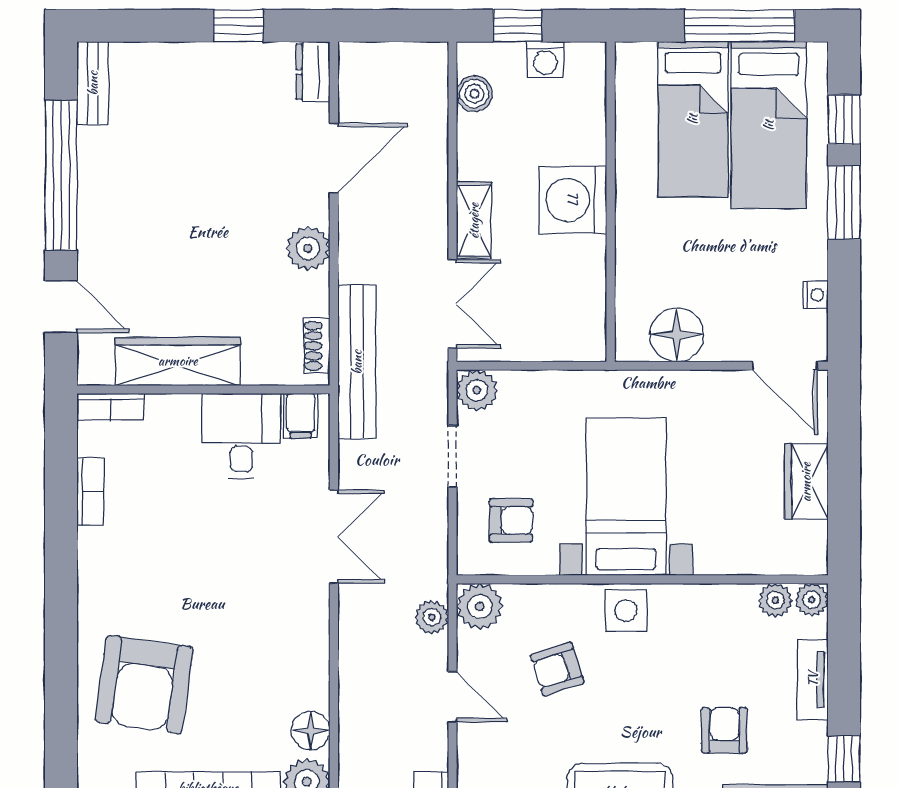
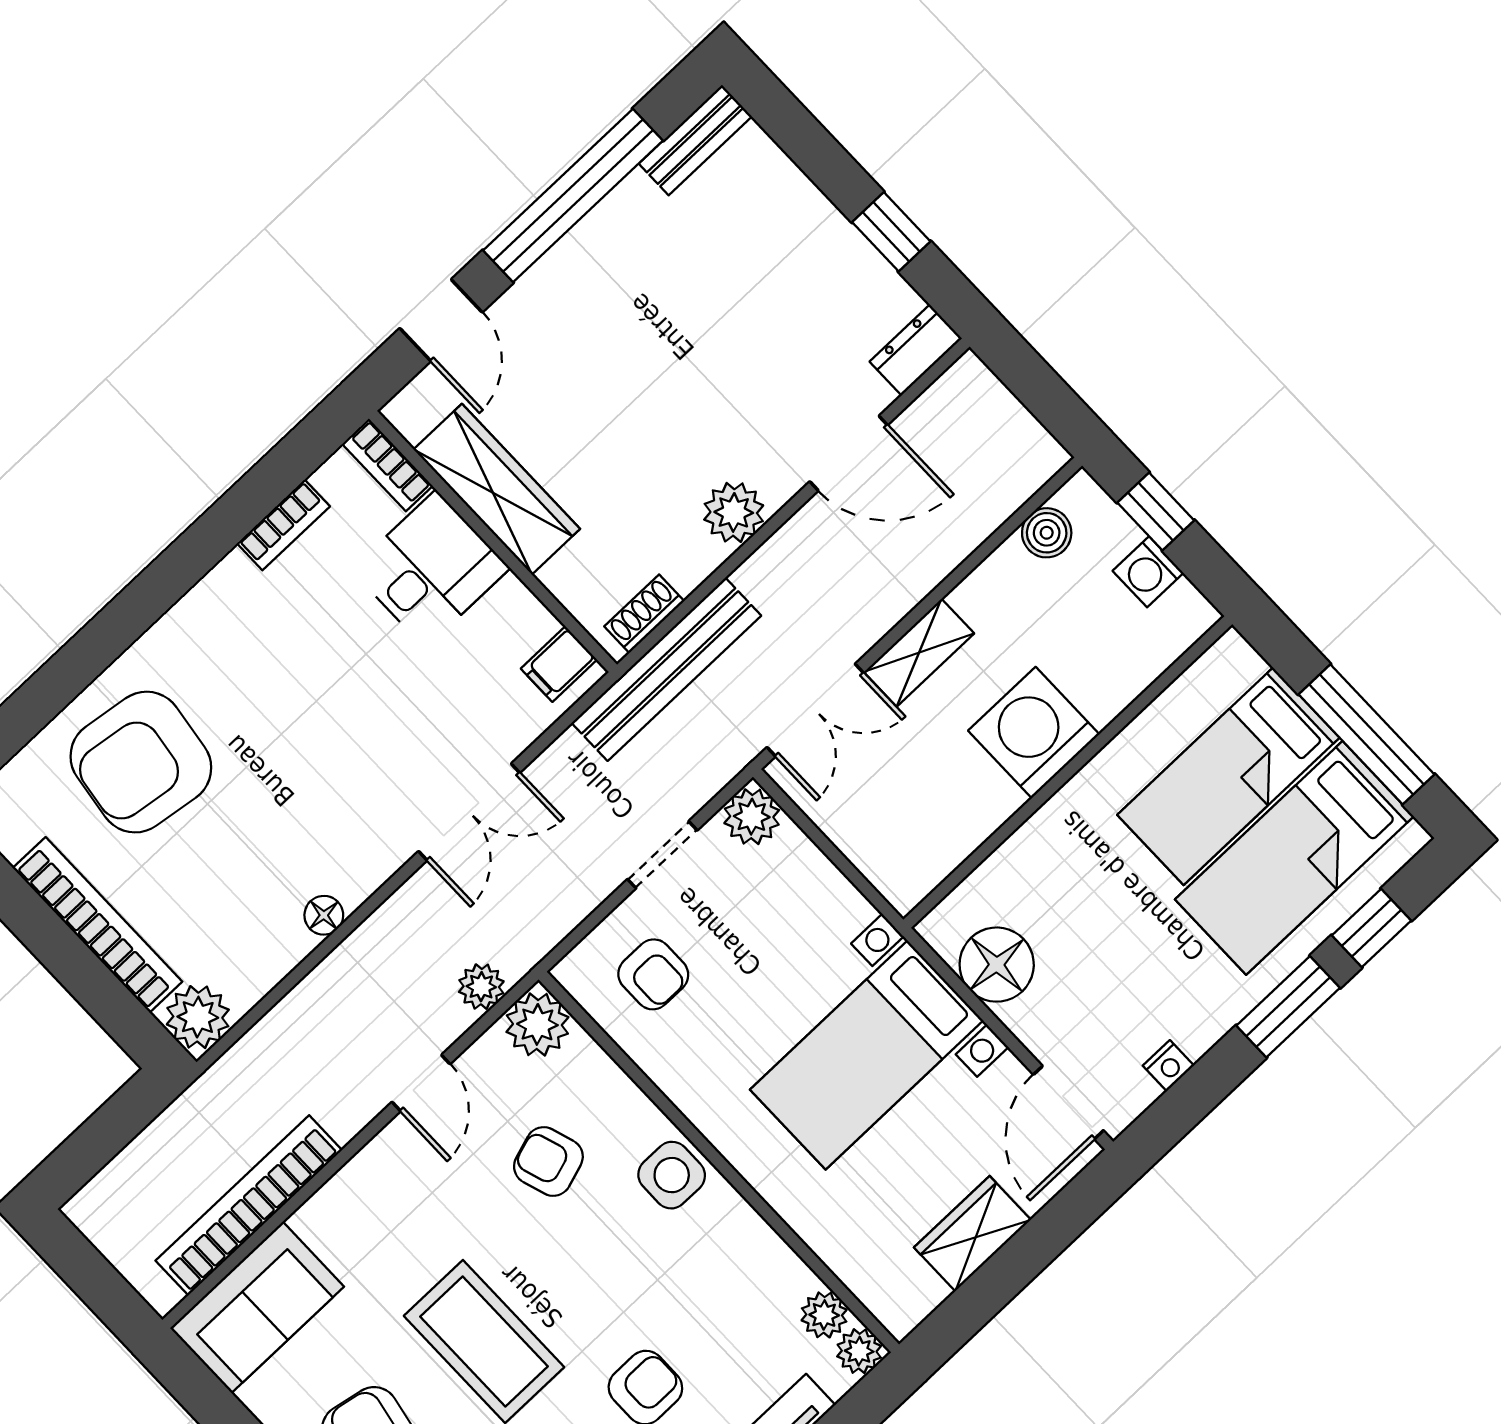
desk: (241, 436) -> (431, 569), moved
bed with nightstands: (626, 497) -> (867, 1055), moved, turned 180
floor lamp: (311, 731) -> (324, 915), moved, width x0.73, depth x0.73

